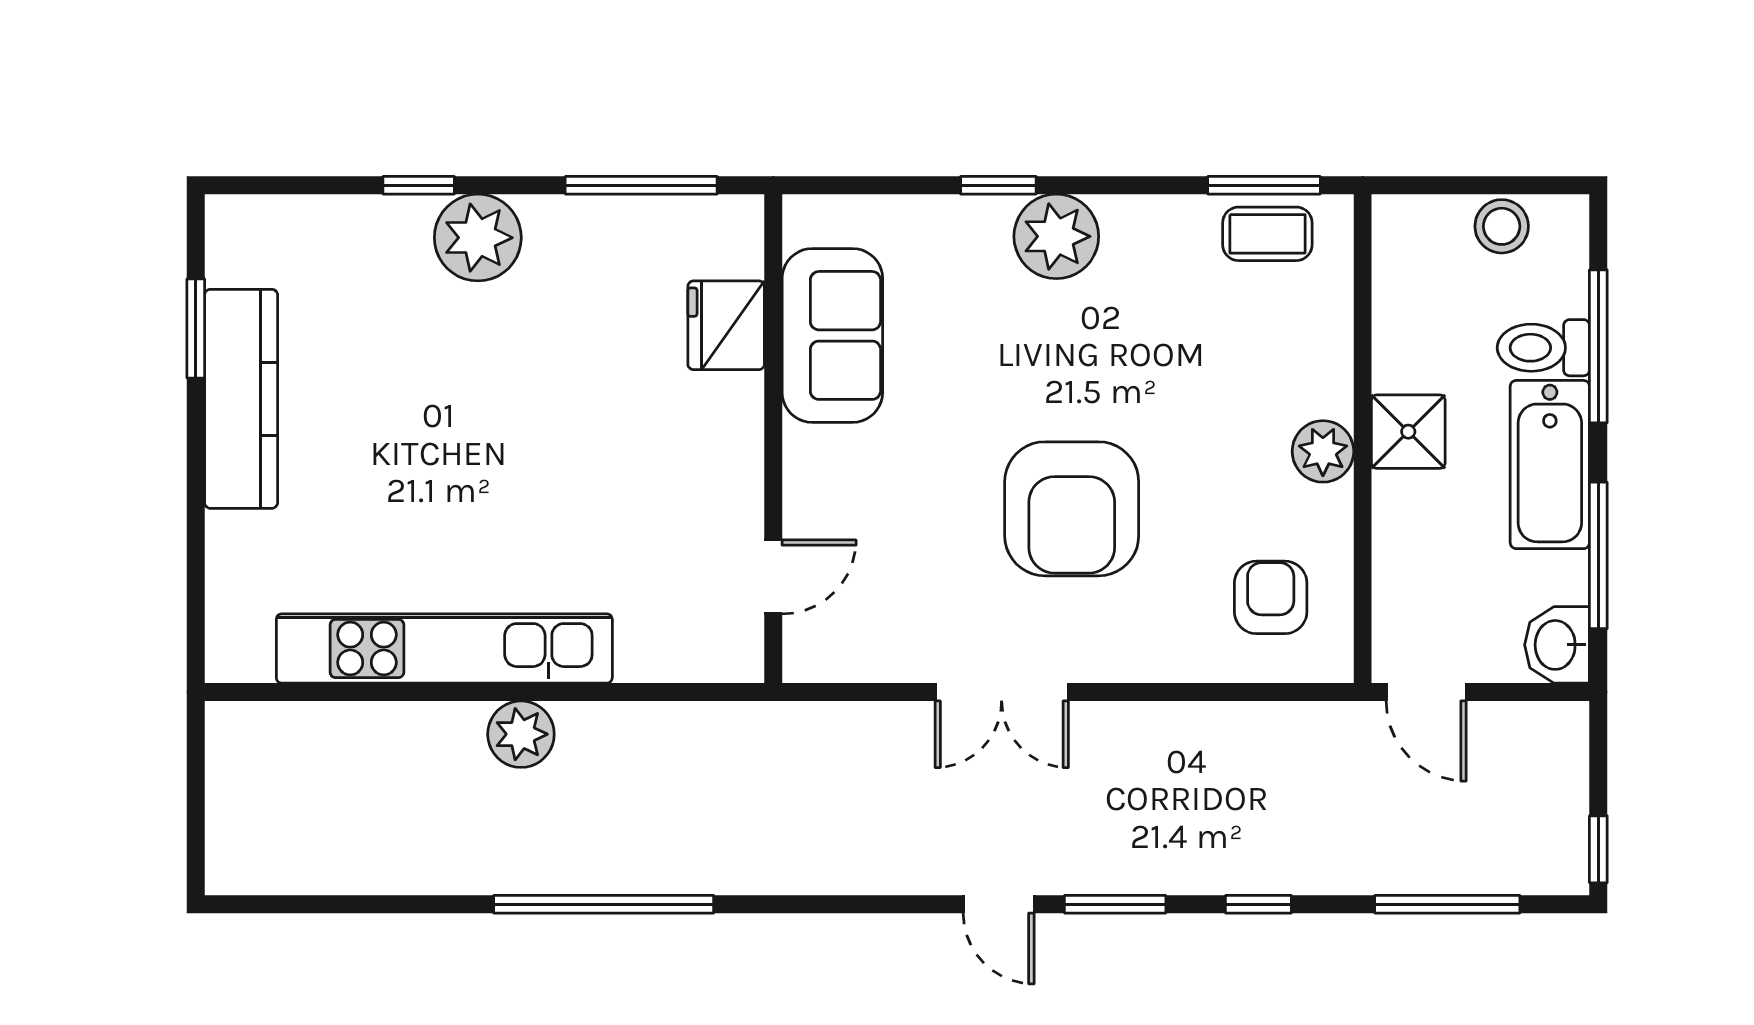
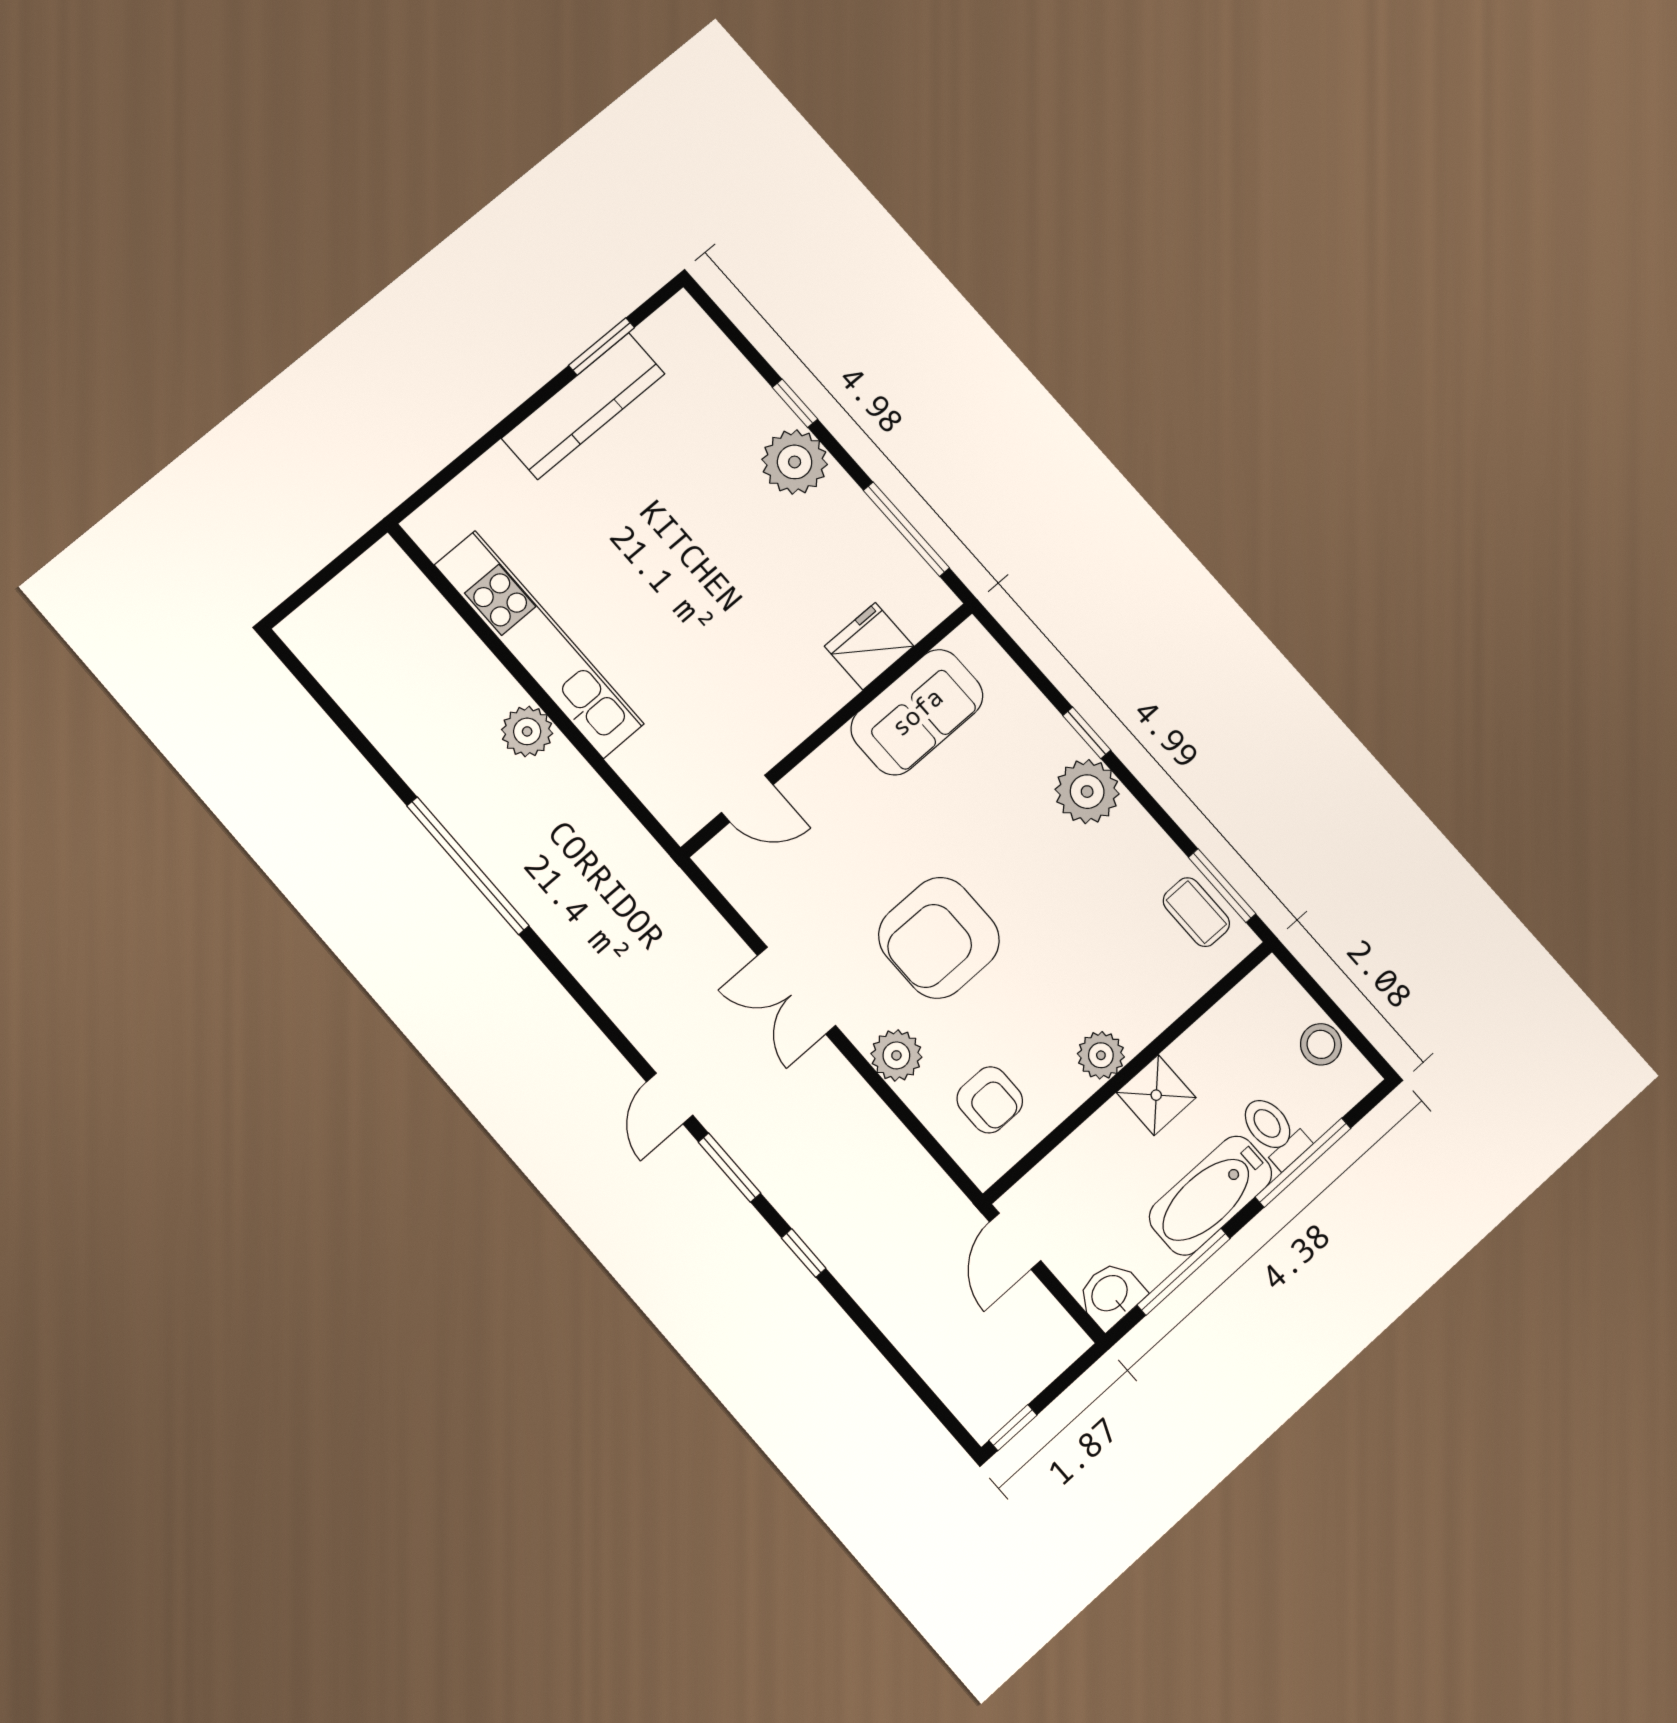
armchair: (1271, 597) -> (990, 1100), turned 90
plant: (1149, 650) -> (896, 1055), added
window: (1447, 904) -> (902, 1366), removed

